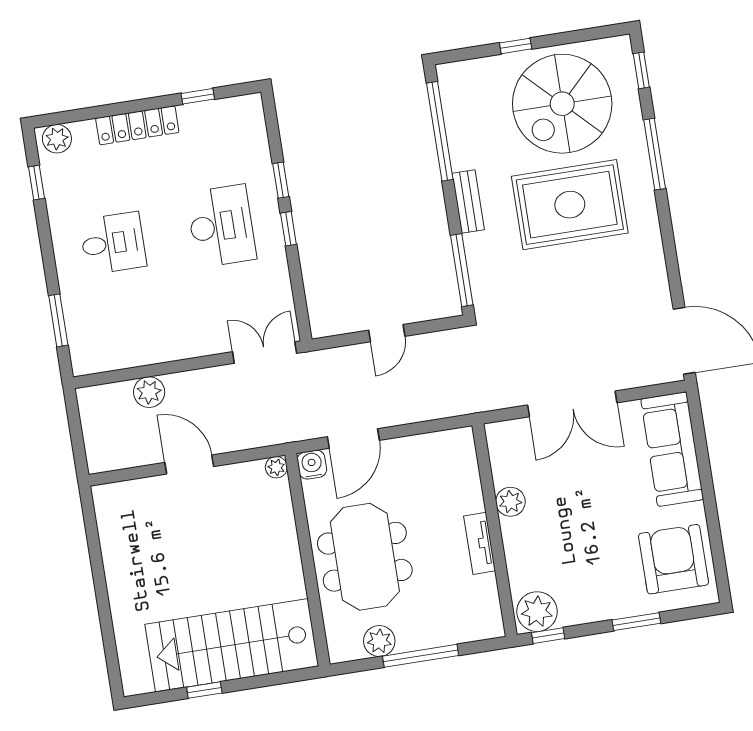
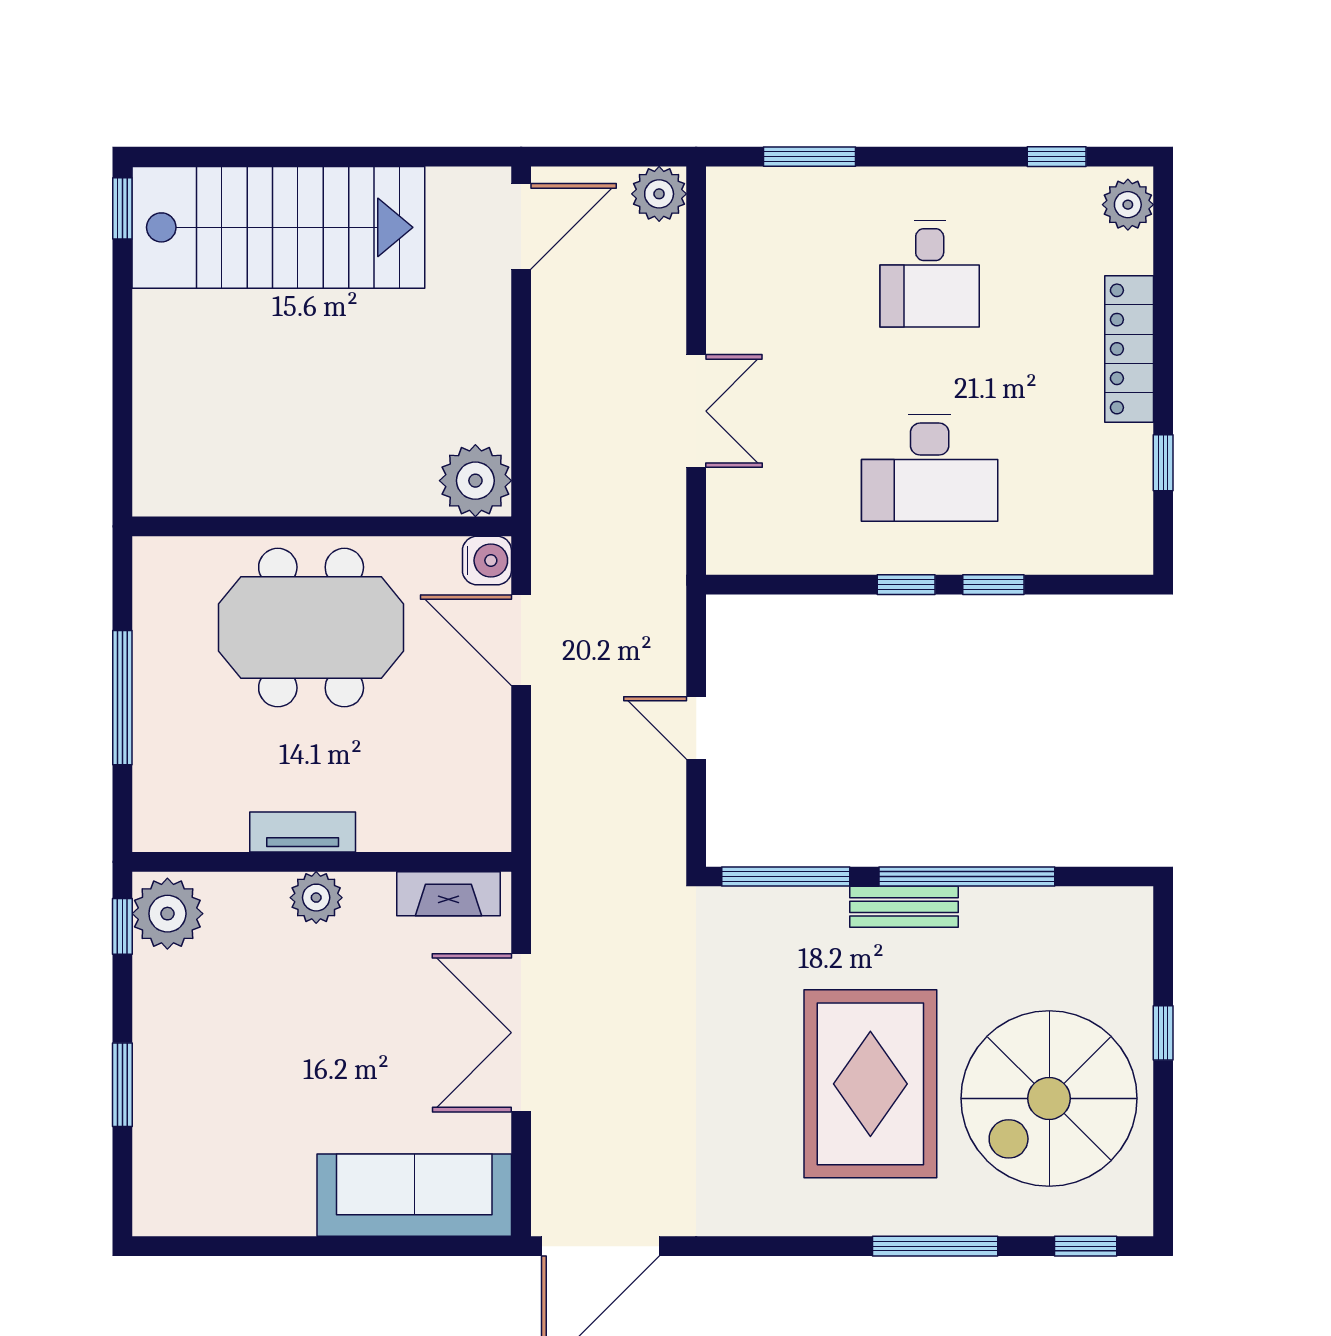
spiral stairs: (562, 104) -> (1049, 1098), turned -90
window: (440, 131) -> (967, 877), moved
double door: (265, 353) -> (696, 411), moved
plant: (149, 392) -> (659, 194), moved
fireplace: (501, 457) -> (448, 894), added
door: (189, 465) -> (521, 226), moved
plant: (276, 467) -> (475, 481), width x1.87, depth x1.87
plant: (510, 502) -> (316, 898), moved
armchair: (674, 559) -> (221, 1167), removed
plant: (379, 641) -> (160, 630), removed
stairs: (232, 645) -> (278, 227), moved, turned 90
window: (204, 690) -> (122, 208), moved

